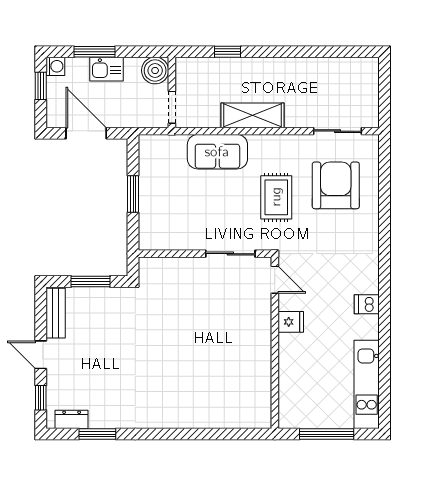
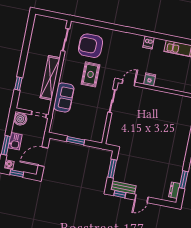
shelving: (252, 115) -> (50, 78), width x1.47
rug: (276, 197) -> (90, 74), turned 90
window: (41, 398) -> (120, 194), moved

